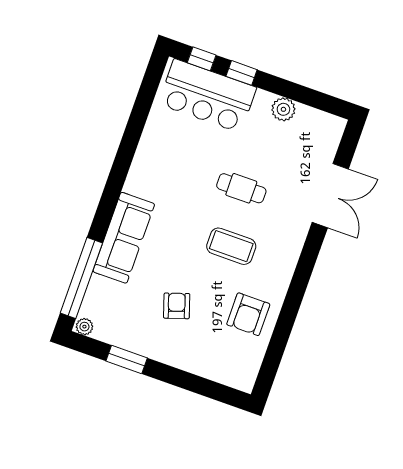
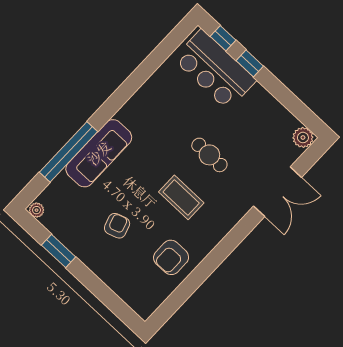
plant: (283, 109) -> (303, 137), moved
window: (81, 278) -> (68, 152), moved

